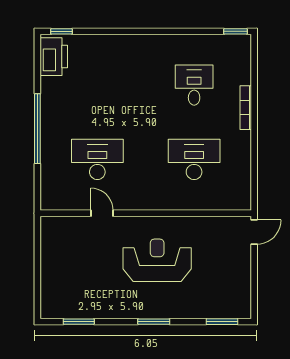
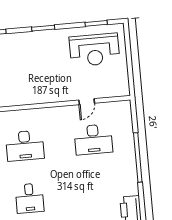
door: (102, 213) -> (87, 102), hinge flipped
reception desk: (157, 260) -> (94, 50), moved

